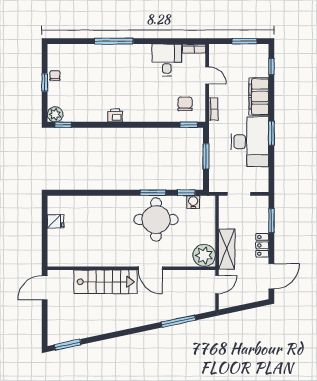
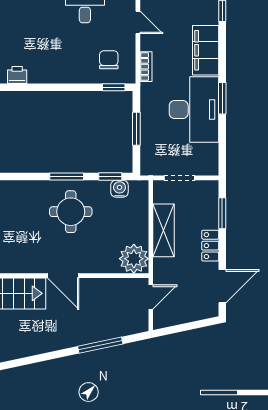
round table: (156, 220) -> (71, 212), width x0.73, depth x0.73
shelving: (227, 249) -> (164, 230), moved

